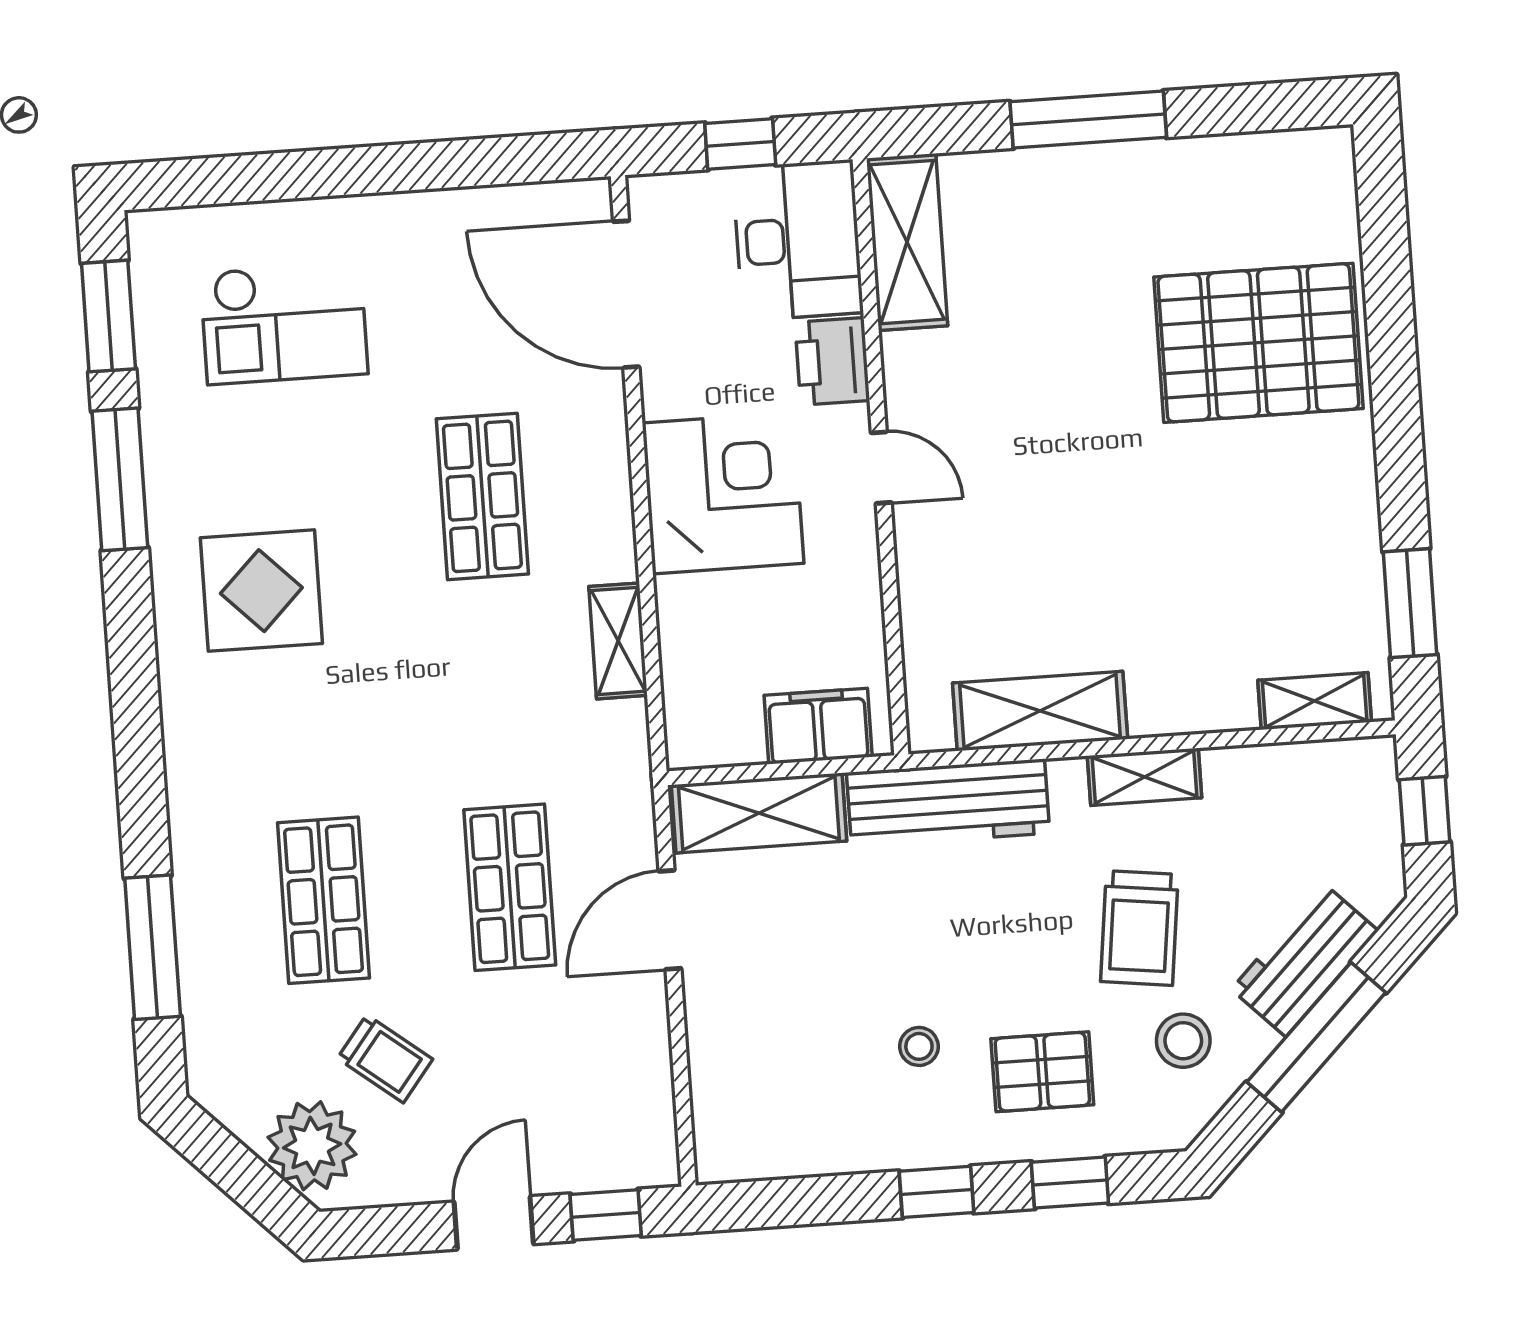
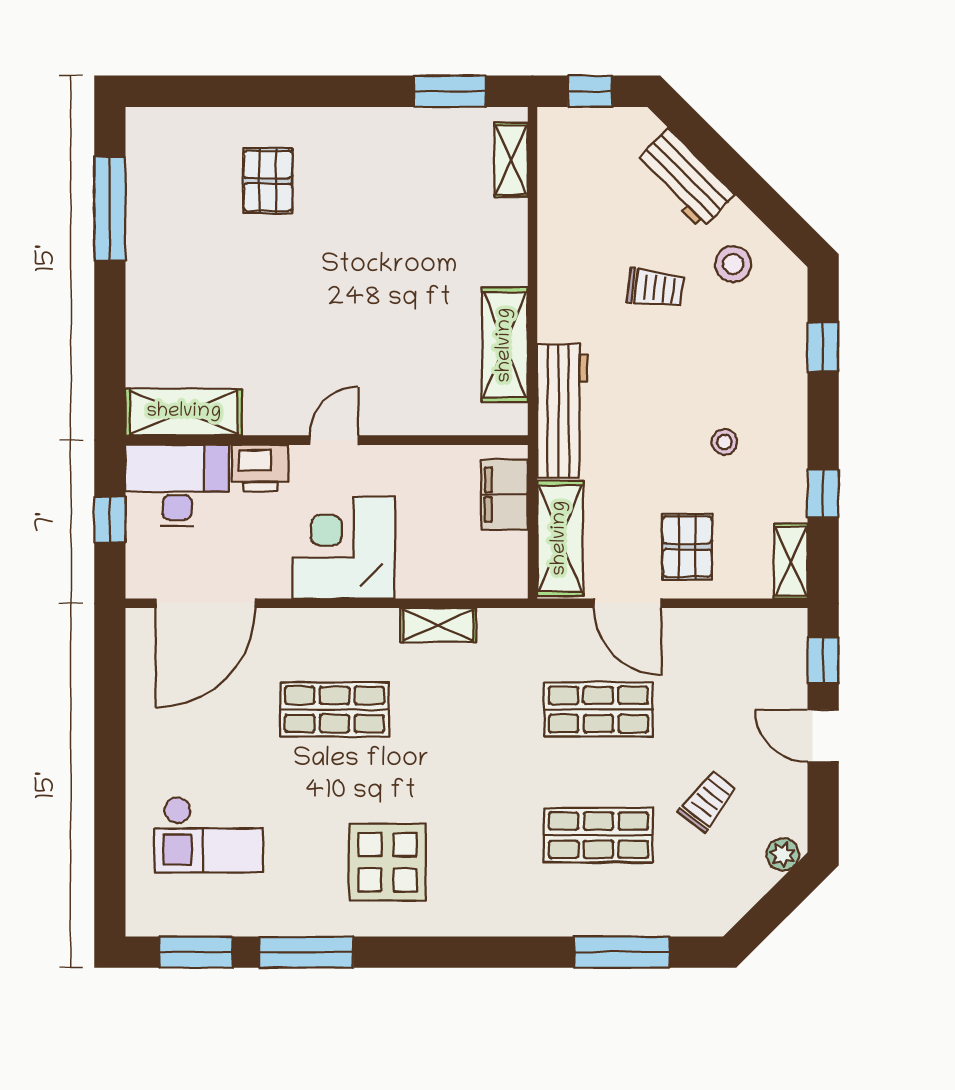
window: (1088, 120) -> (110, 209), moved
checkout: (284, 323) -> (209, 835), turned 90
pallet: (1258, 343) -> (268, 181), width x0.49, depth x0.50
shelving: (1144, 777) -> (791, 561), moved
trolley: (1139, 928) -> (655, 288), width x0.73, depth x0.72
window: (1316, 1037) -> (737, 175), removed
pallet: (1042, 1072) -> (687, 547), moved
plant: (312, 1146) -> (783, 854), width x0.53, depth x0.53
window: (937, 1192) -> (823, 494), moved

